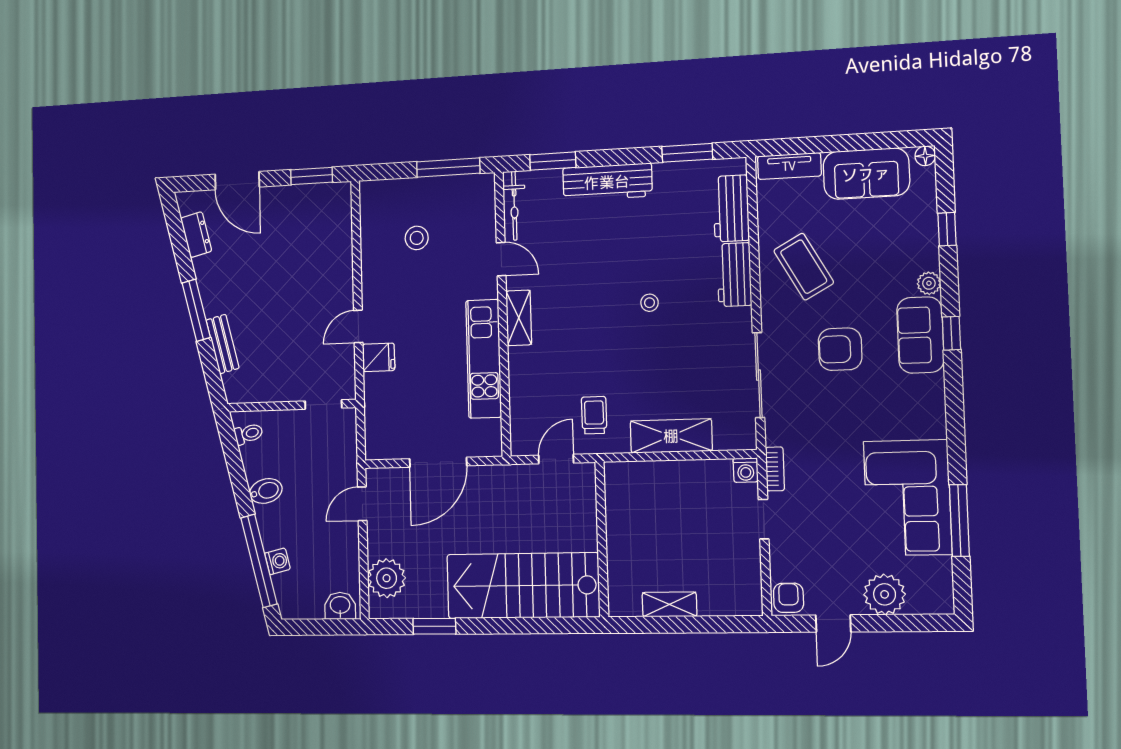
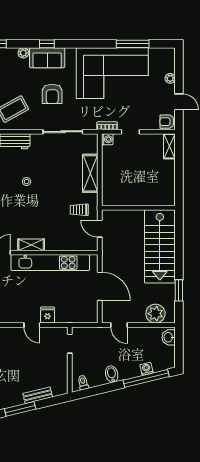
kitchen unit: (484, 359) -> (50, 263), width x1.36
corner sofa: (908, 498) -> (112, 73), width x1.36, depth x1.36
plant: (885, 594) -> (170, 78), width x0.53, depth x0.53
shelving: (669, 604) -> (169, 146), moved

